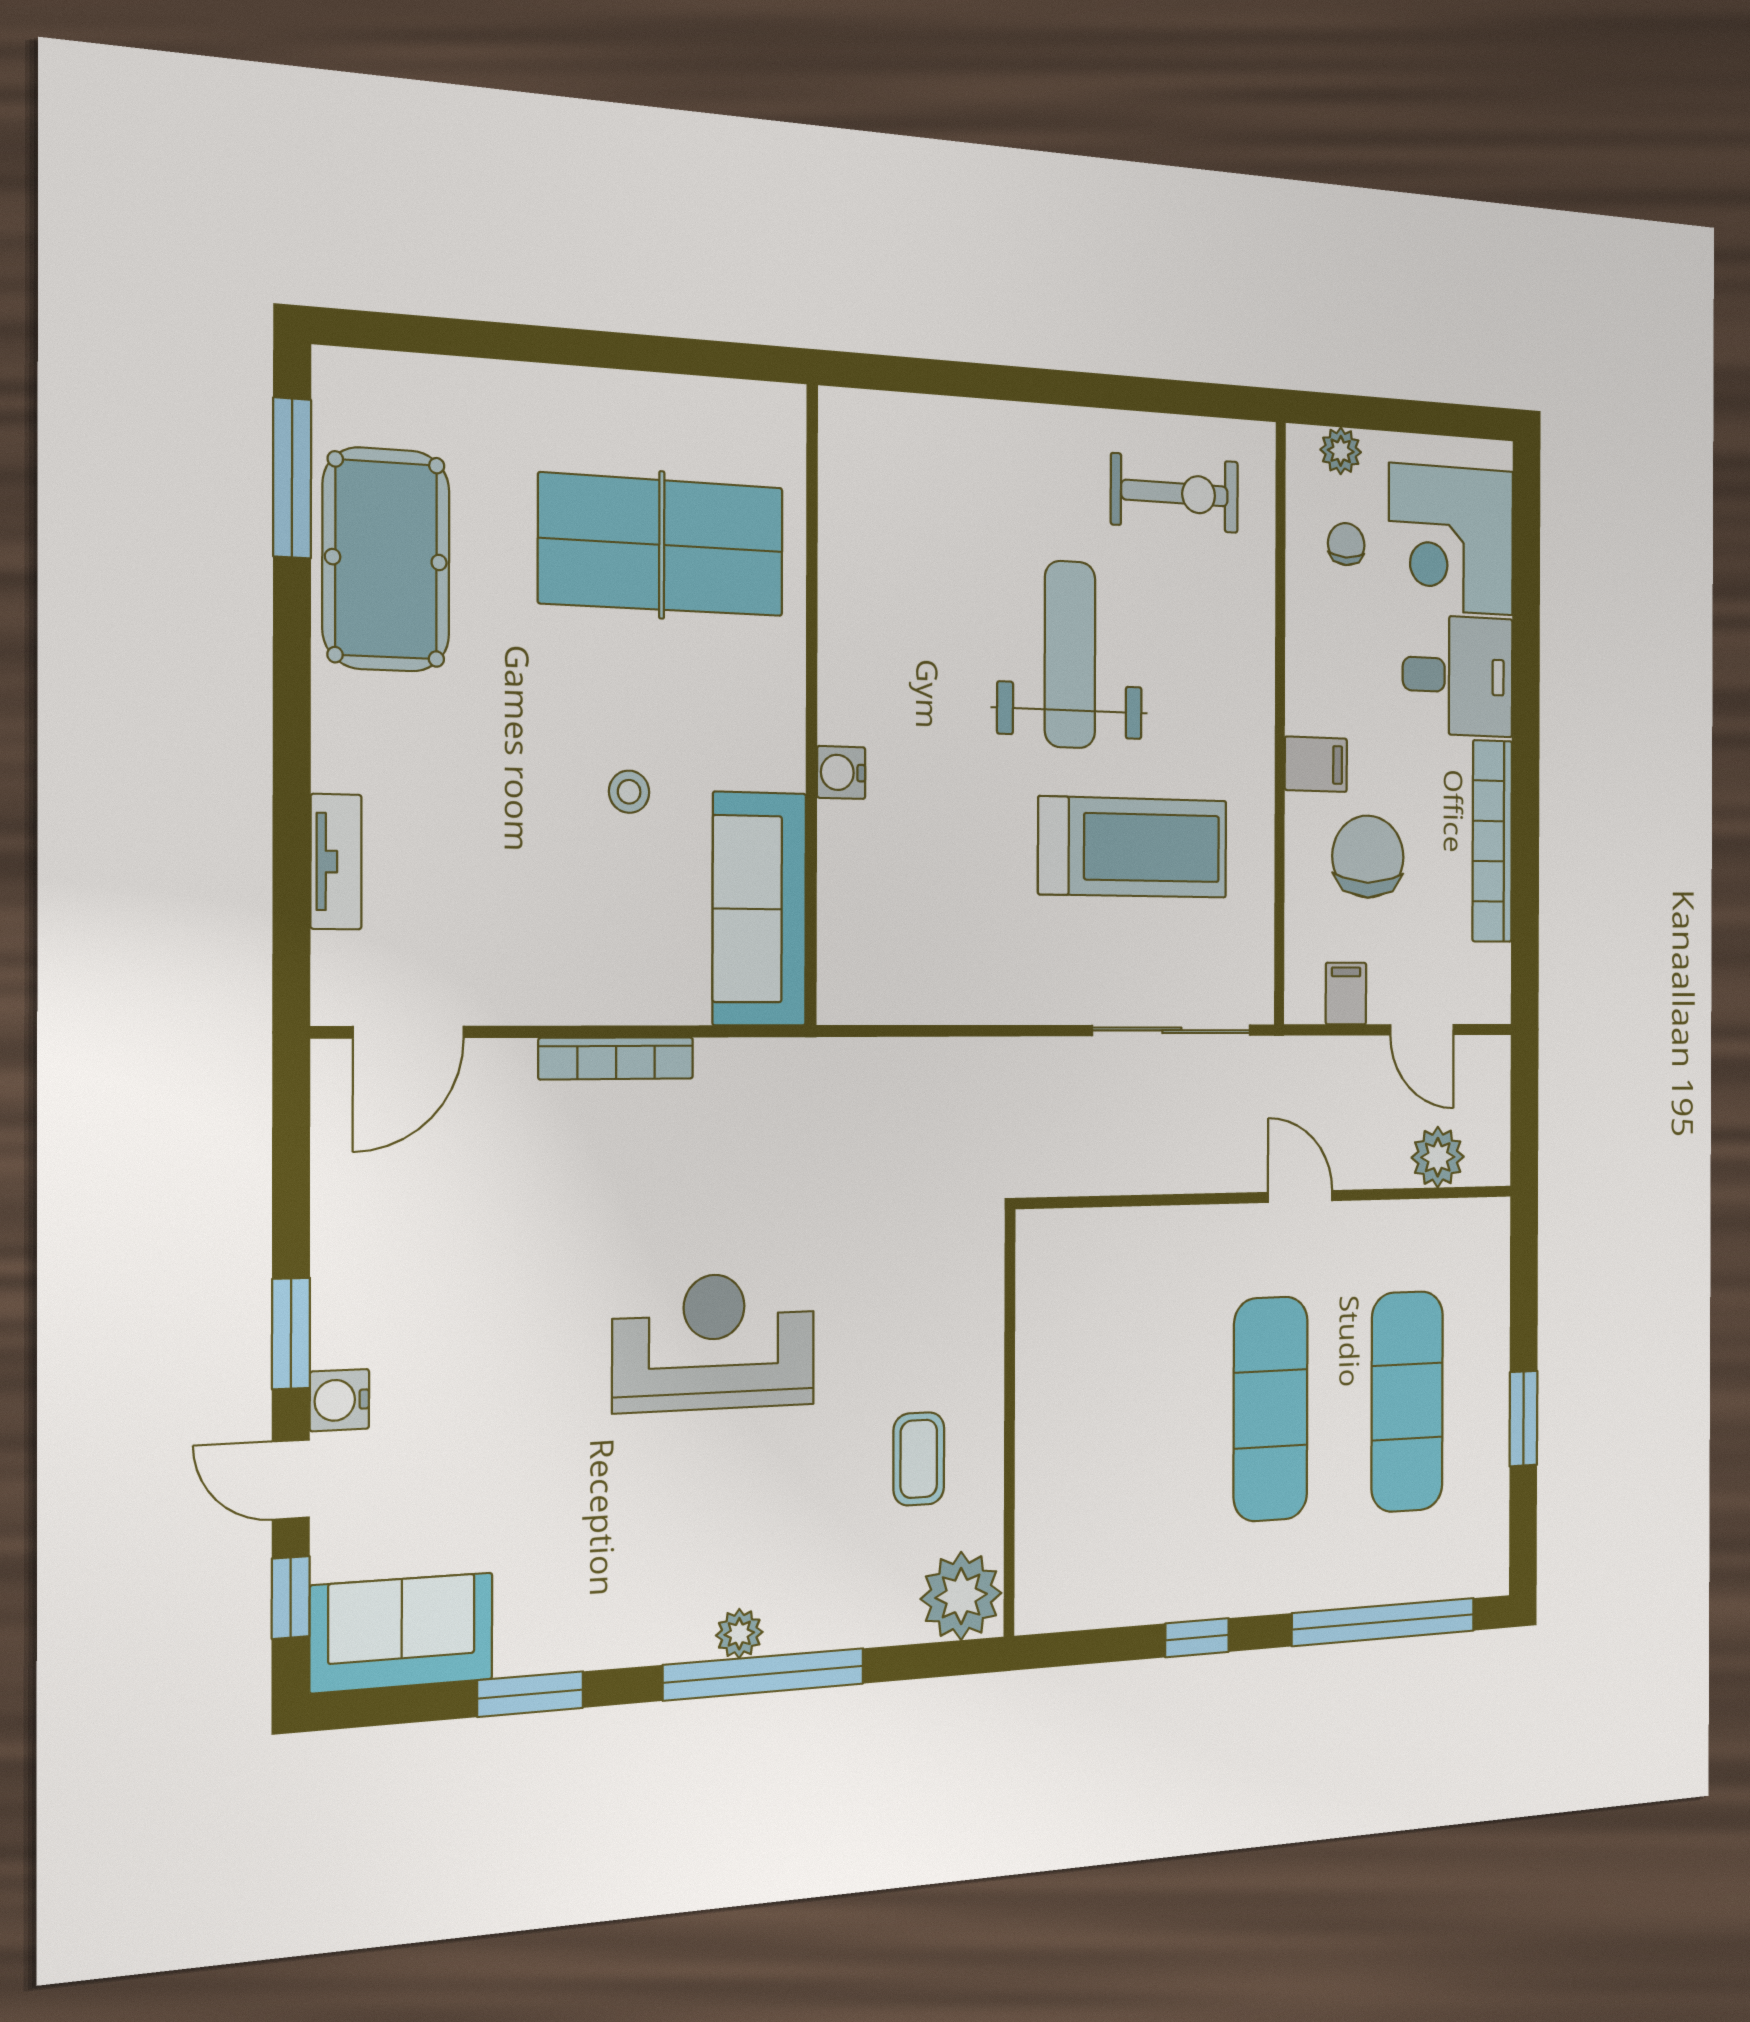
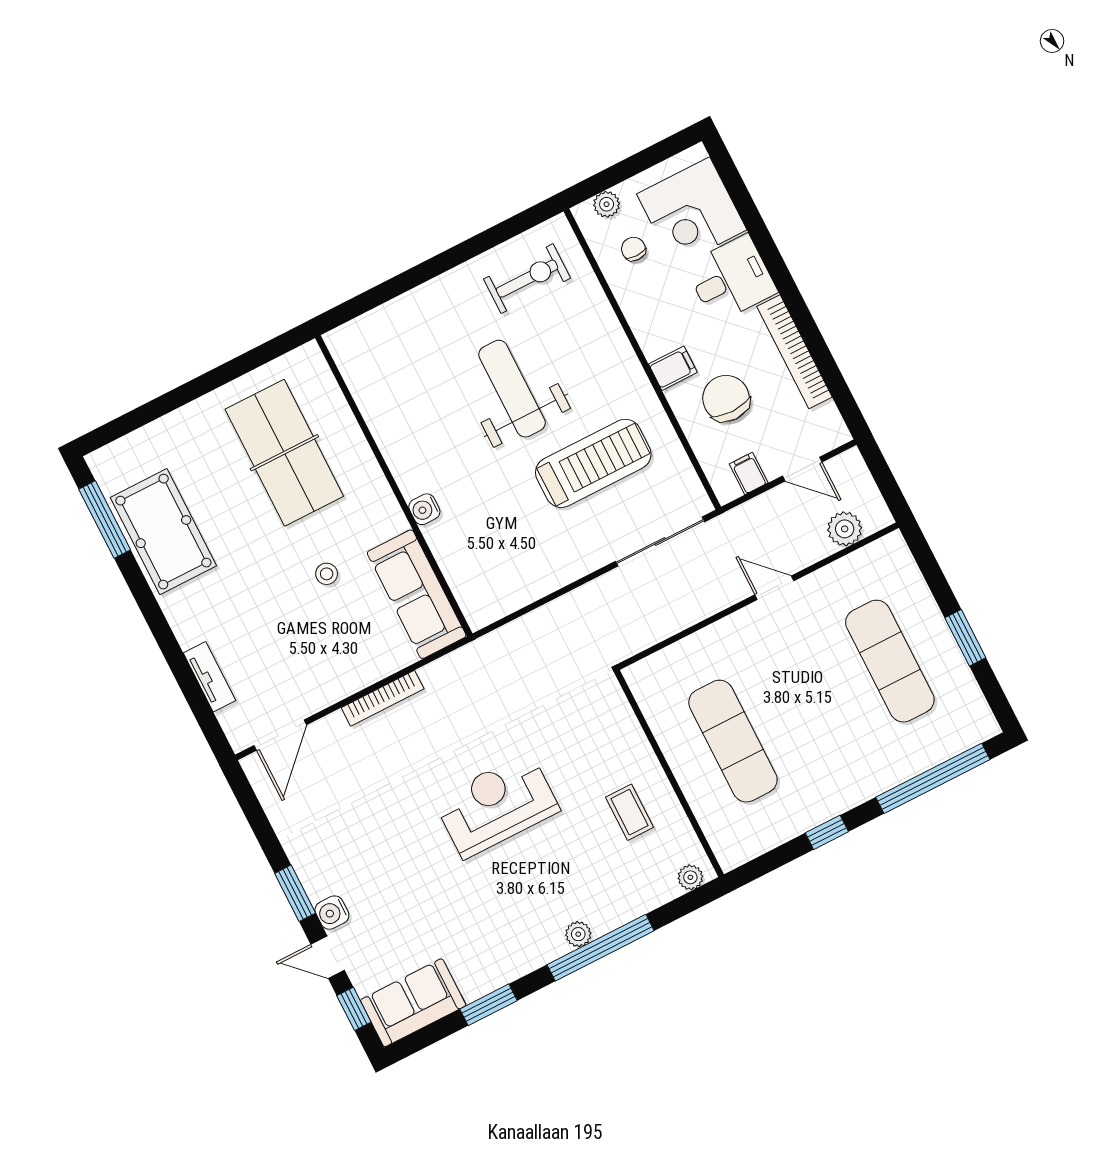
table tennis table: (662, 545) -> (284, 453), turned 90
exercise mat: (1271, 1409) -> (733, 741), moved
plant: (961, 1596) -> (690, 877), width x0.53, depth x0.53

